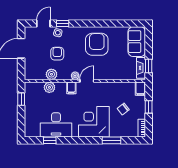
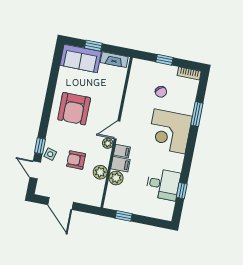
armchair: (97, 44) -> (74, 109), turned -90
window: (149, 66) -> (93, 46), moved
door: (87, 81) -> (117, 130), hinge flipped
filing cabinet: (140, 89) -> (120, 164), moved
desk: (56, 125) -> (163, 184), width x0.73

